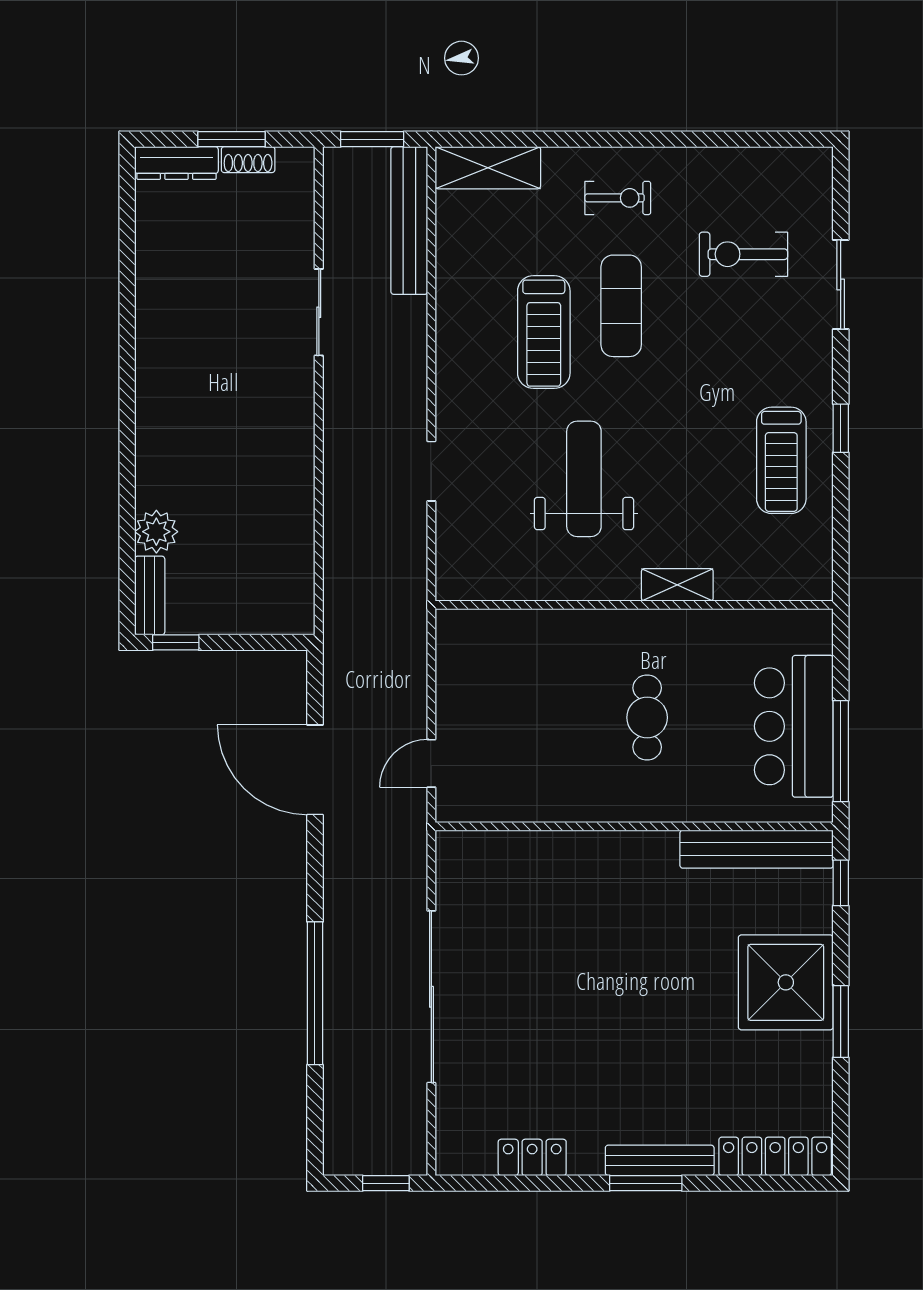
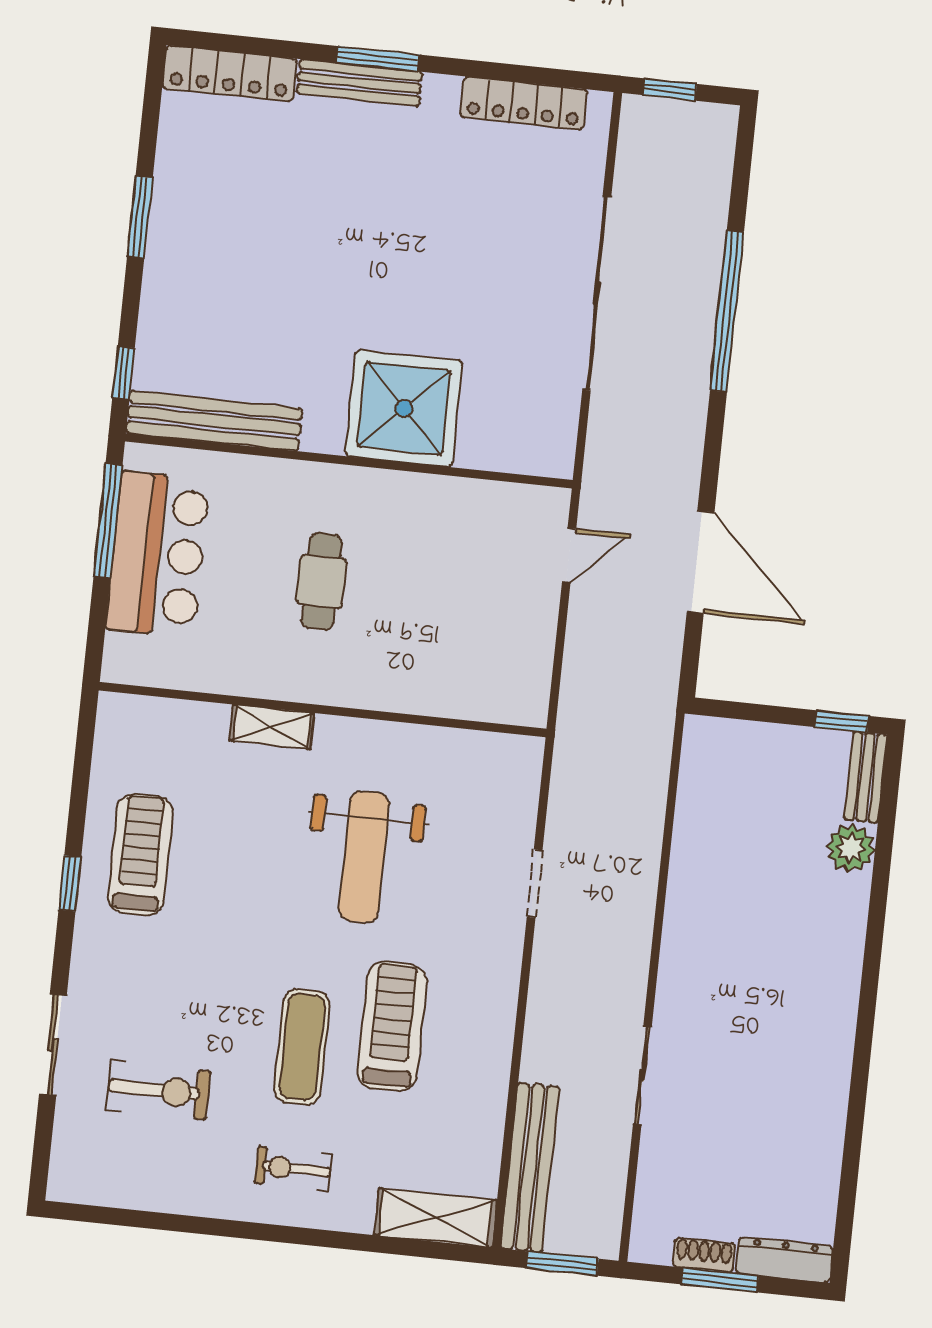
shower: (786, 982) -> (404, 408), moved
locker: (532, 1157) -> (524, 103), width x1.53

